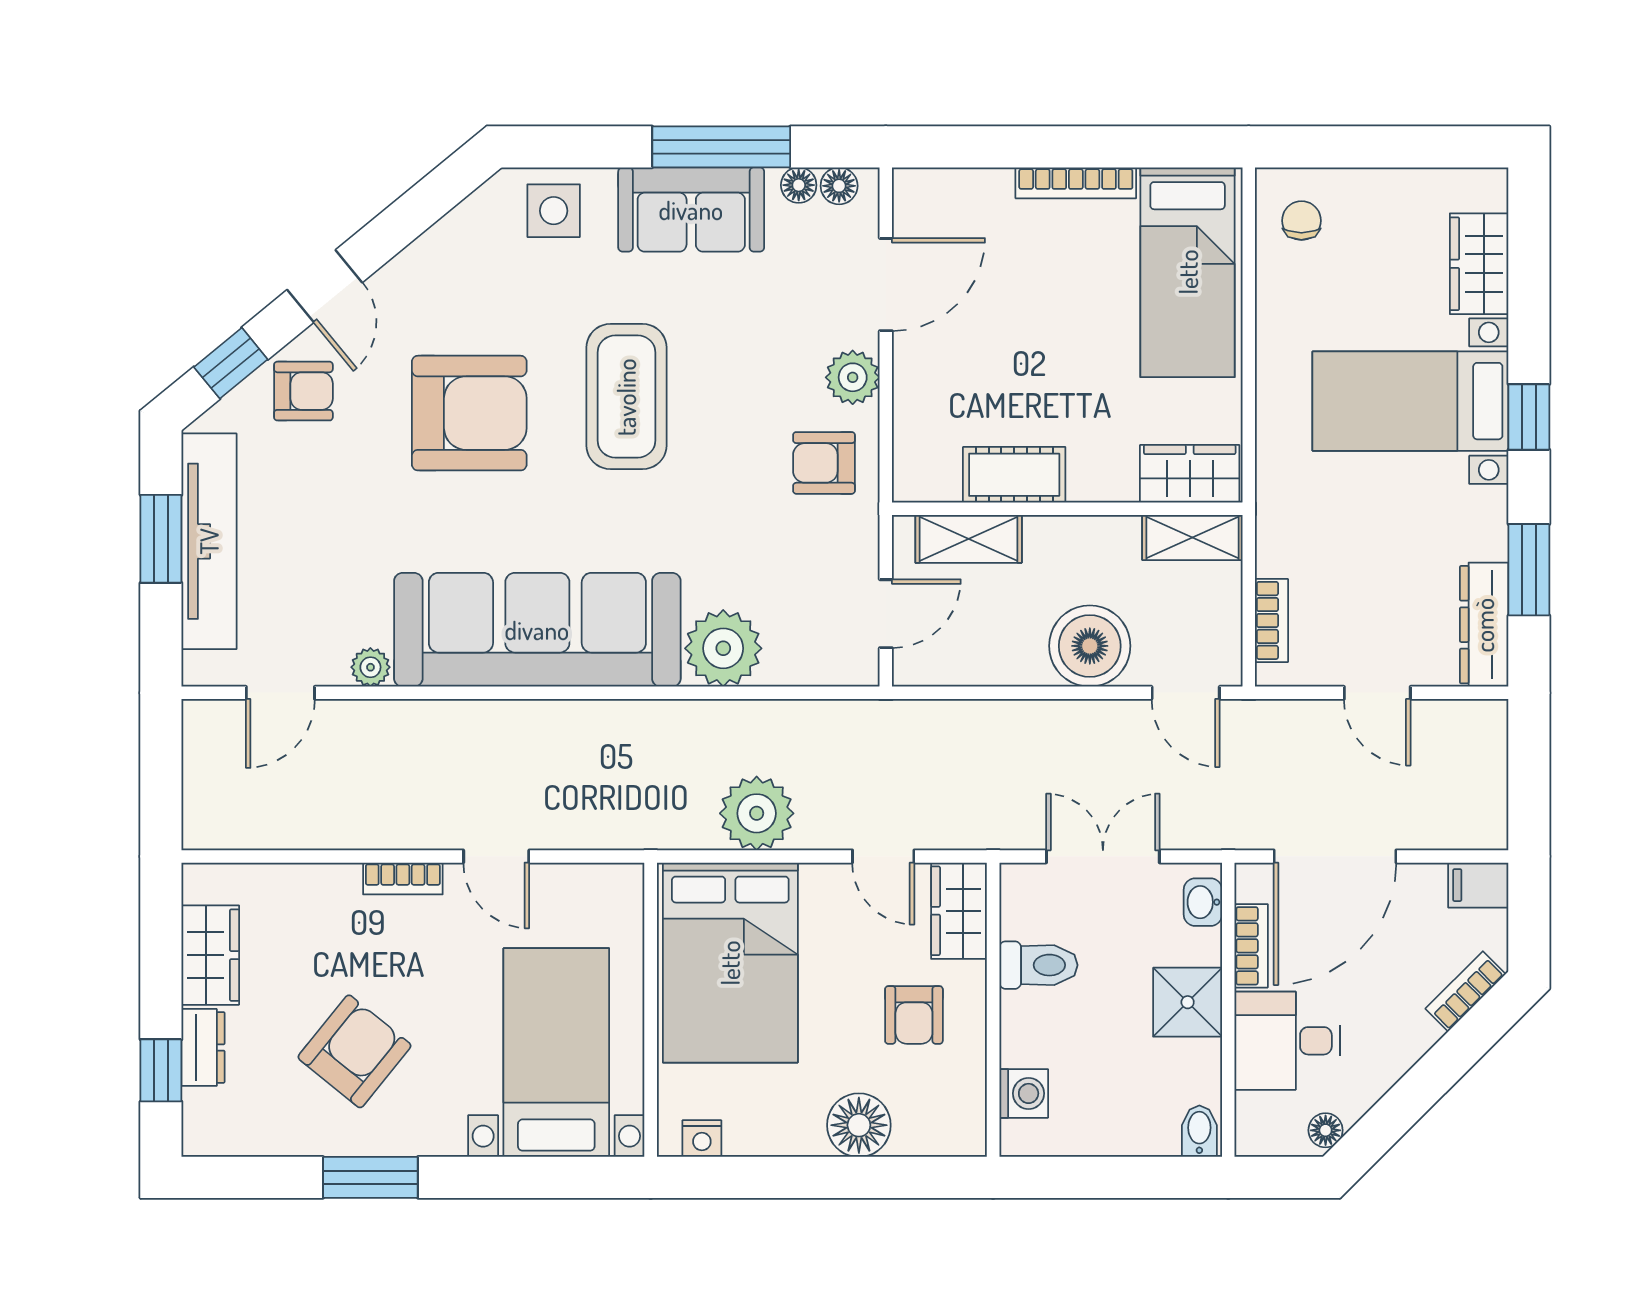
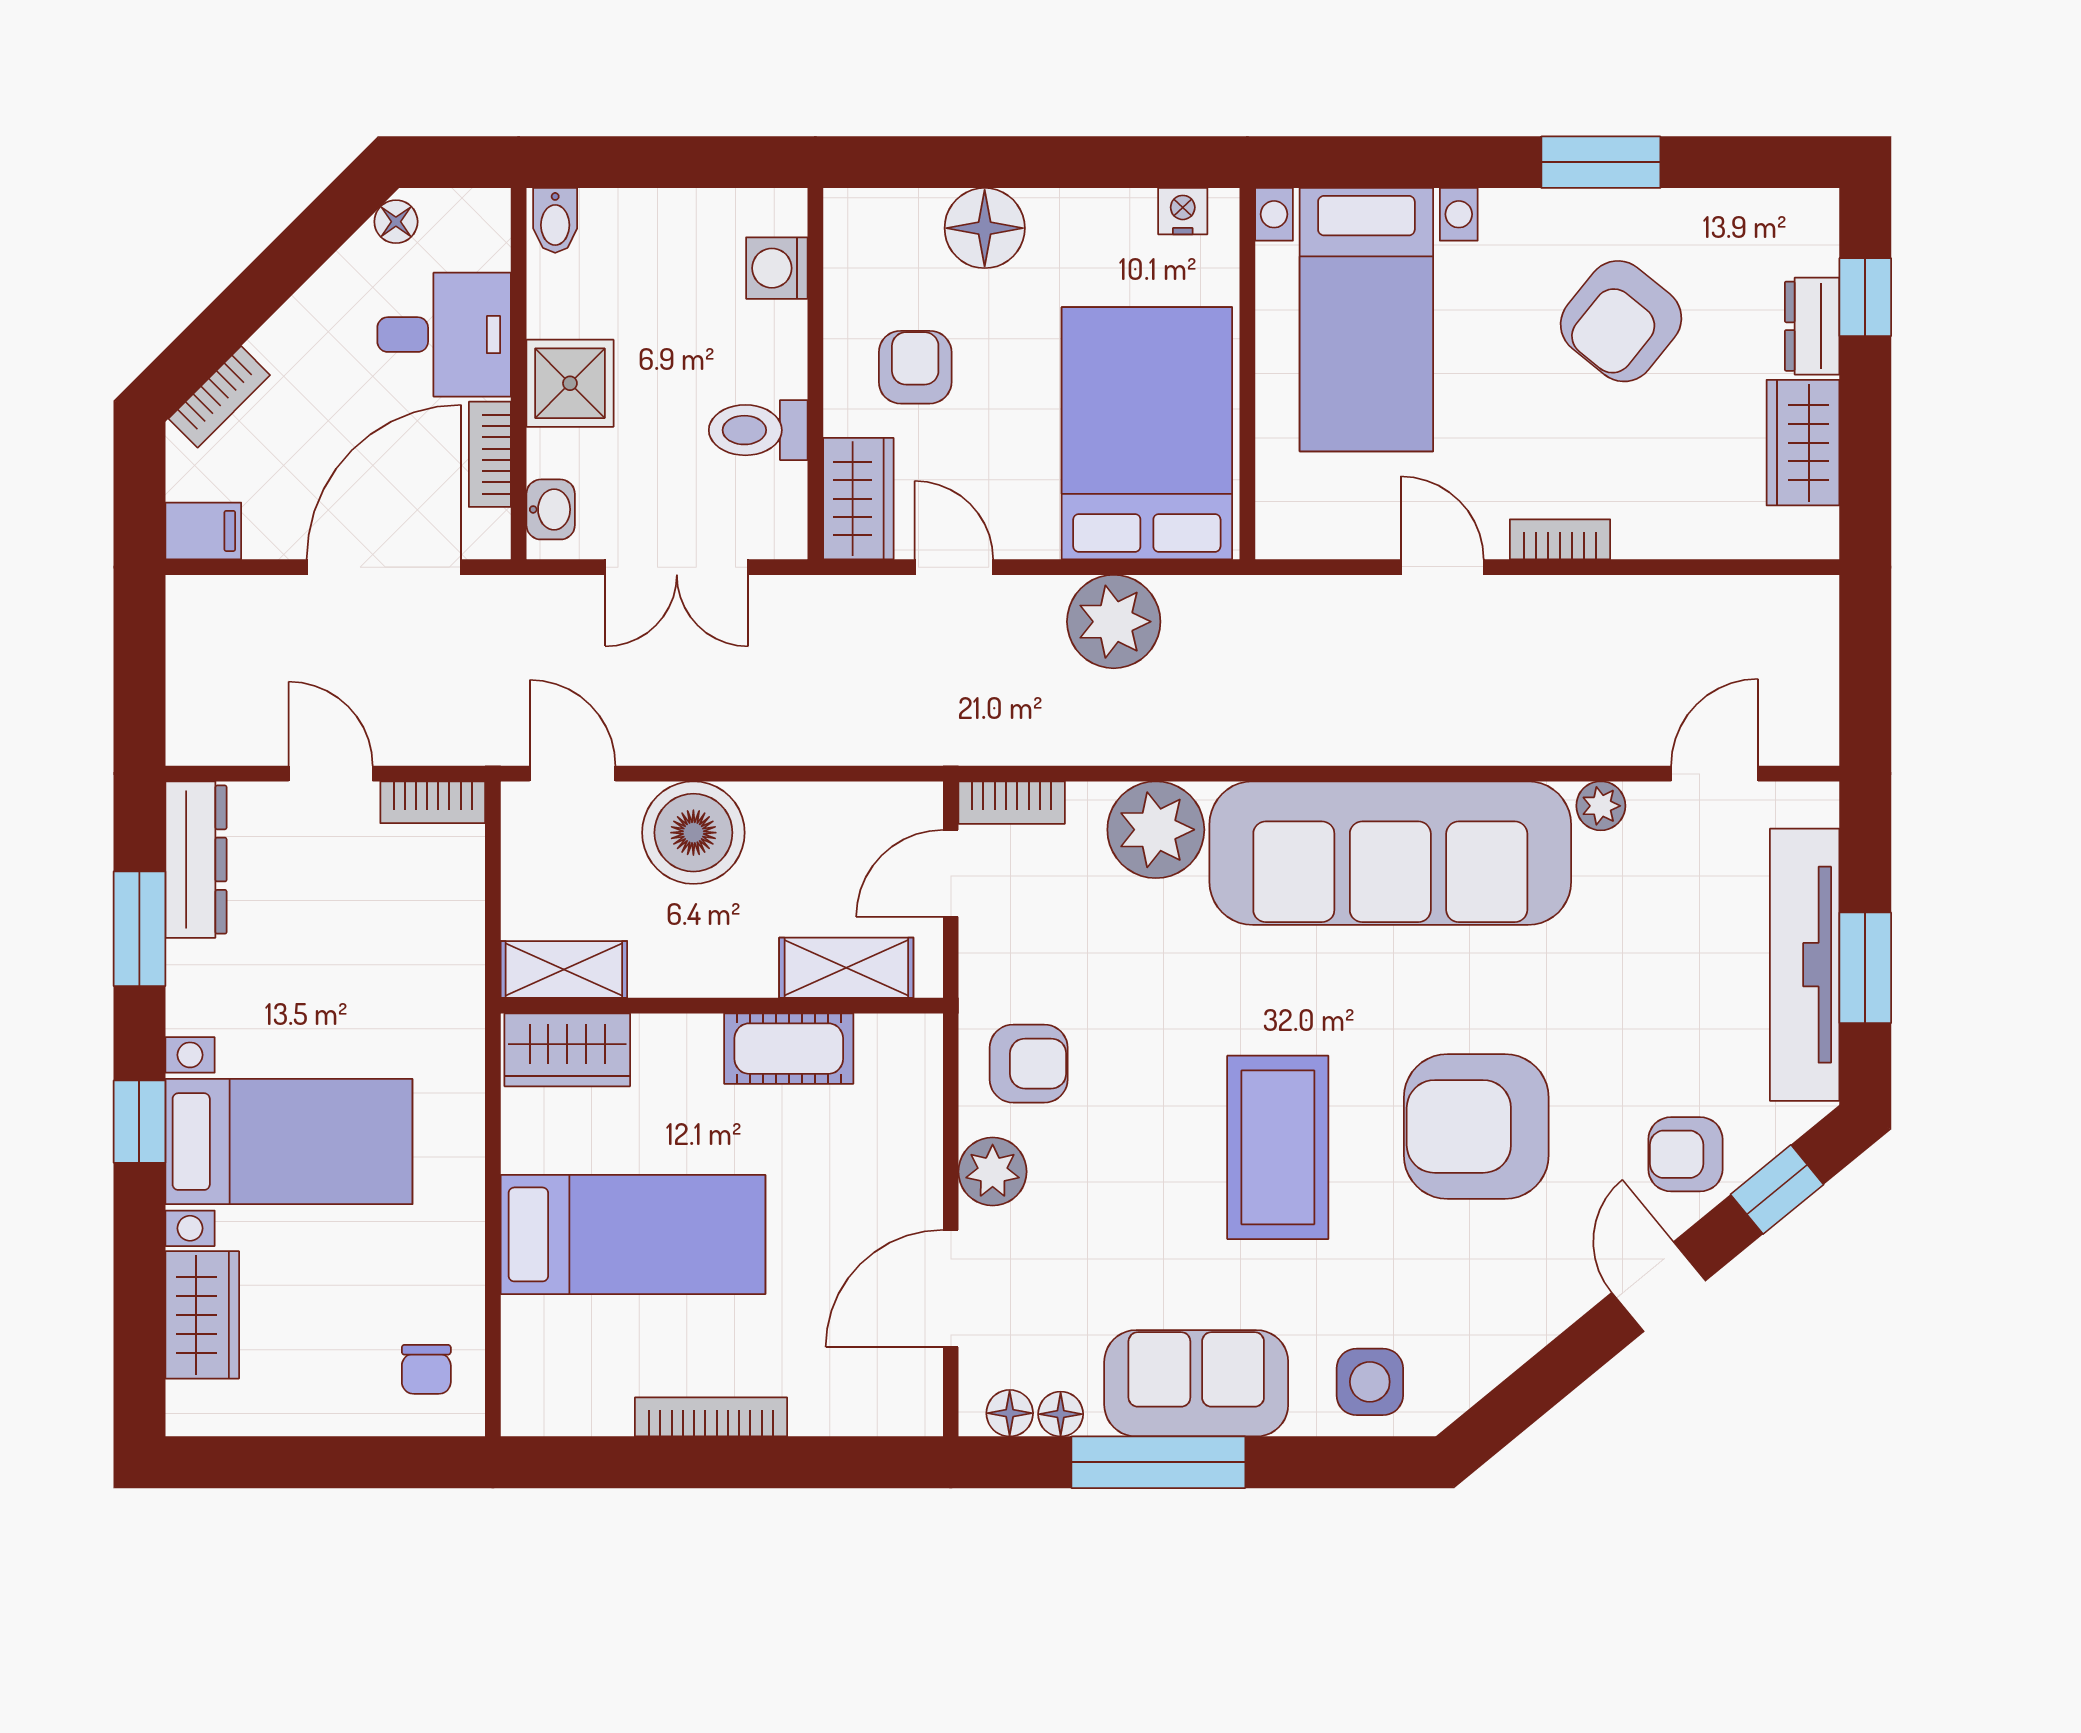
bed: (1188, 272) -> (633, 1234), moved, turned 90
bookcase: (1271, 620) -> (433, 802), moved, turned -90
bookcase: (837, 670) -> (1012, 803), added

